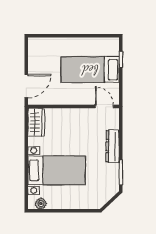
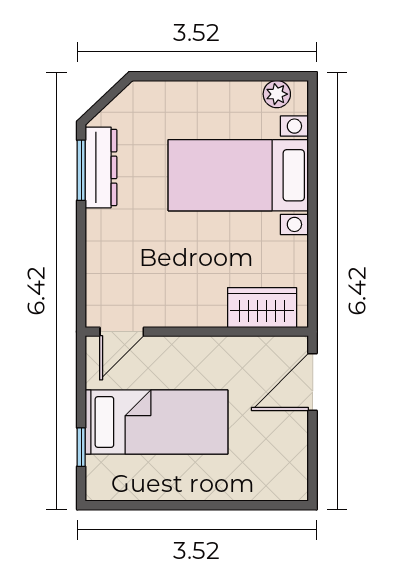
door: (104, 107) -> (122, 332), hinge flipped
wardrobe: (36, 122) -> (262, 308), moved, turned 90
dresser: (113, 146) -> (101, 167), moved

